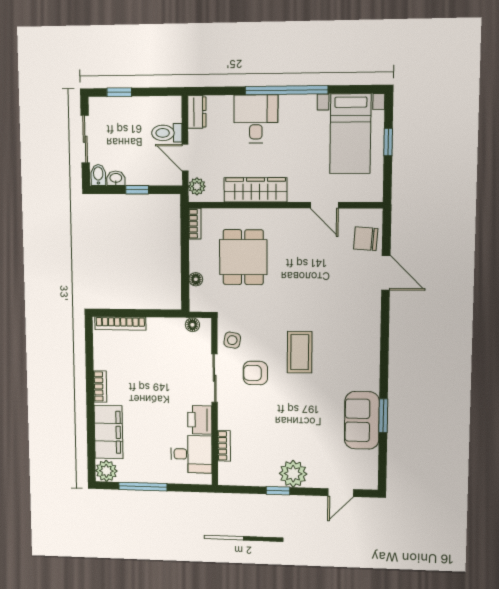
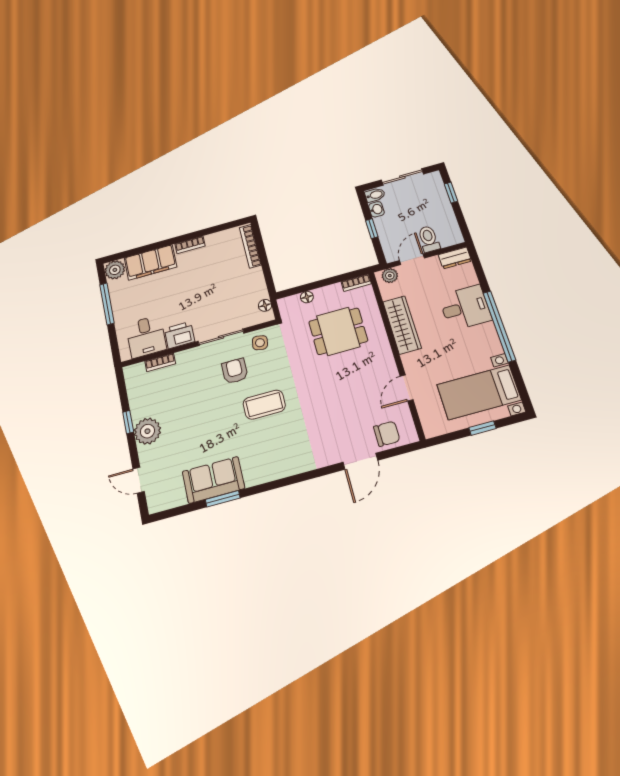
chair: (366, 239) -> (387, 434), turned 86

